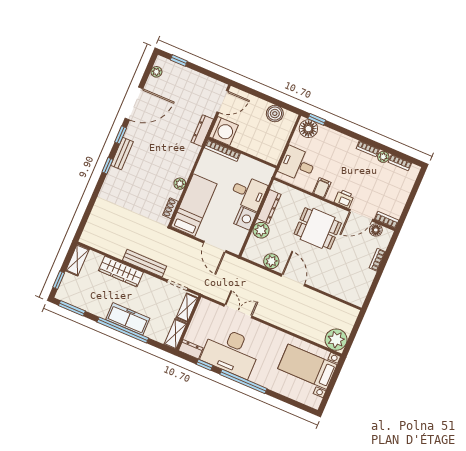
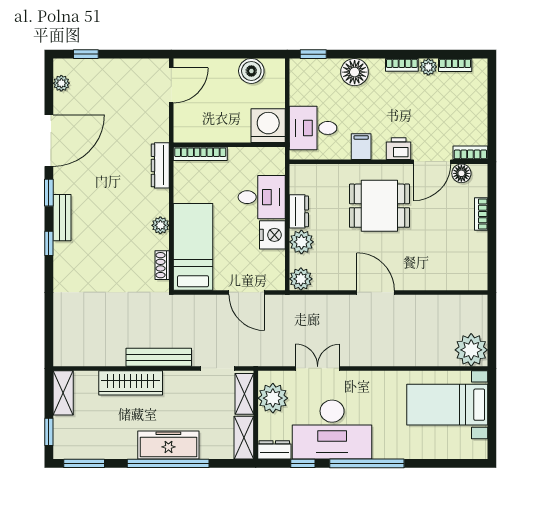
floor lamp: (308, 129) -> (355, 72), moved
dresser: (202, 131) -> (160, 165), moved
washing machine: (224, 131) -> (268, 126), moved, turned -90
dresser: (269, 207) -> (299, 211), width x0.70
plant: (271, 261) -> (301, 279), moved
plant: (203, 317) -> (273, 398), added

